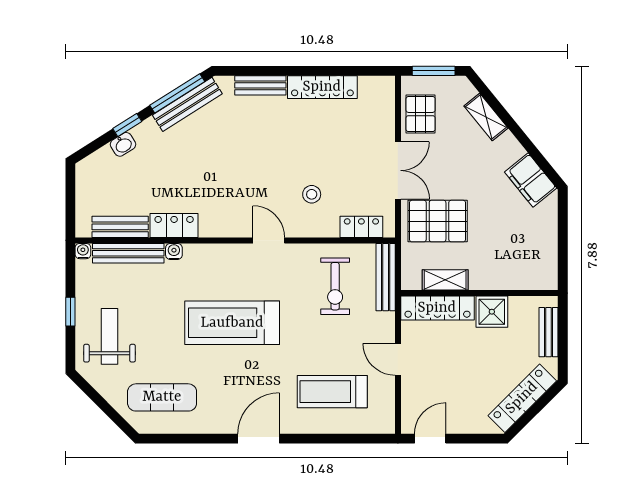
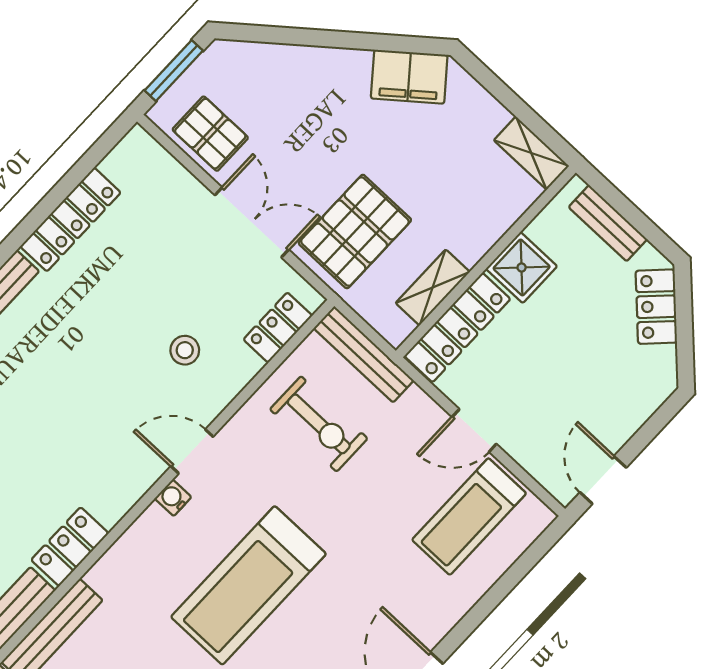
shelving: (486, 117) -> (531, 153), moved, turned 39
water cooler: (174, 251) -> (173, 498), moved
treadmill: (332, 392) -> (469, 517), moved
locker: (522, 398) -> (656, 307), width x0.66

